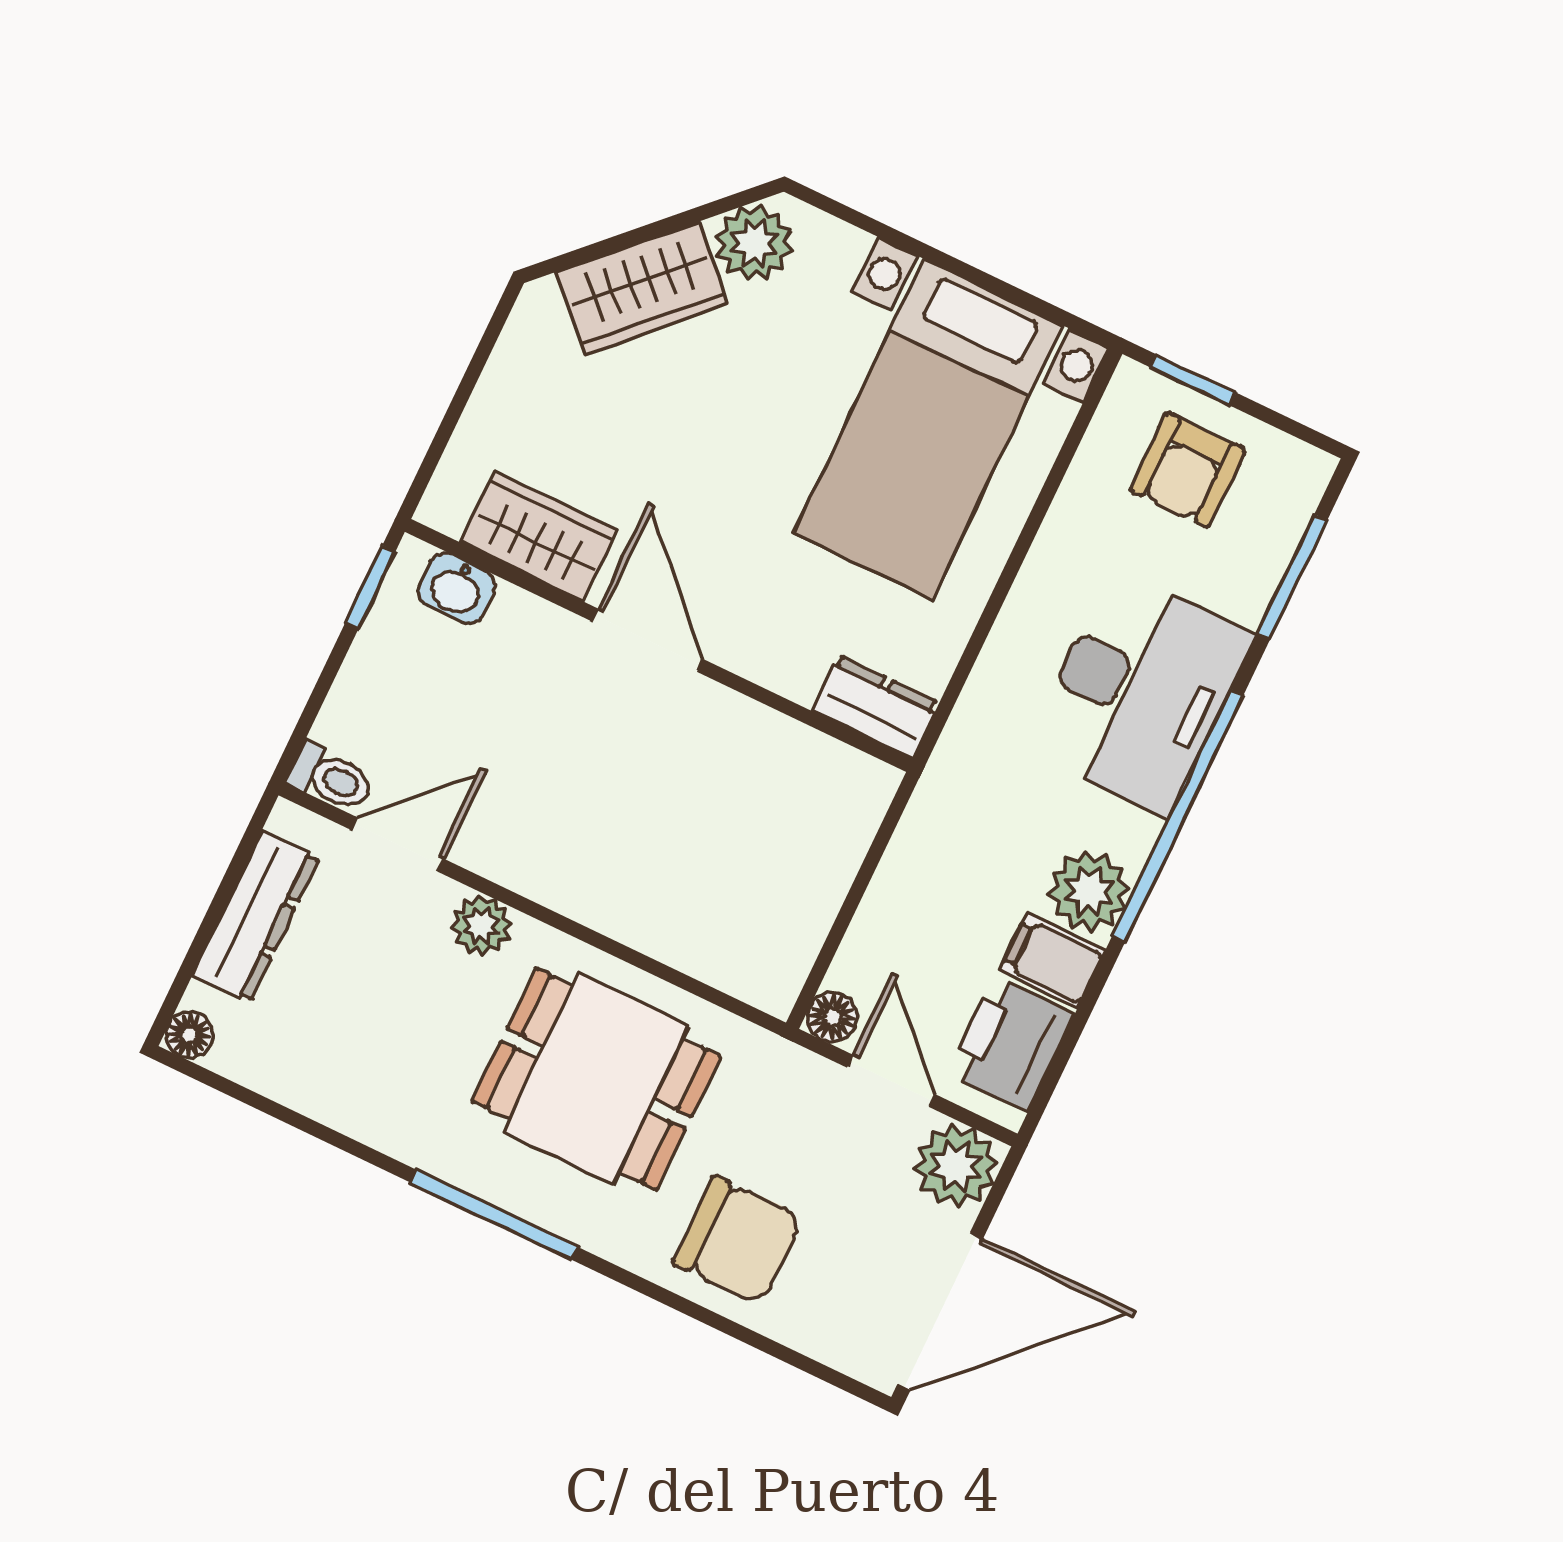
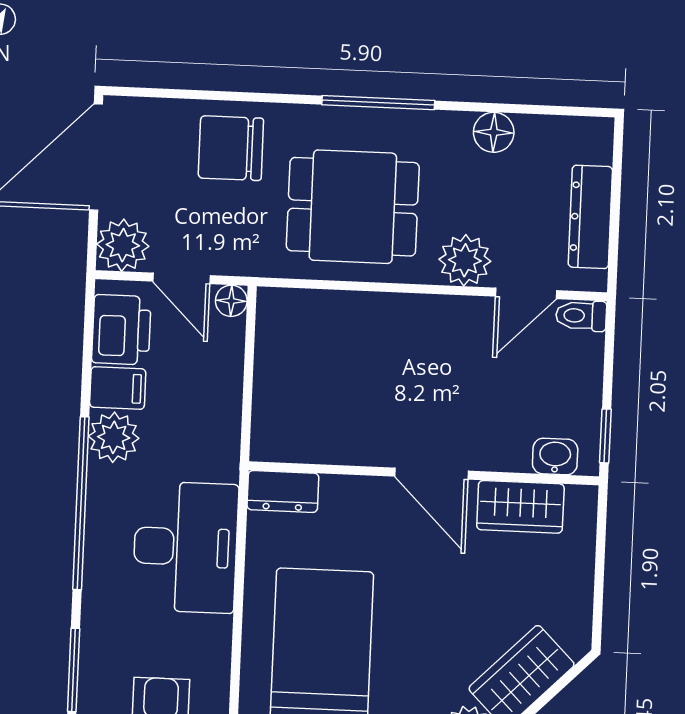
desk: (1140, 692) -> (185, 547), moved, turned 180
plant: (481, 926) -> (465, 260), width x1.38, depth x1.38
floor lamp: (189, 1035) -> (494, 132), moved, width x1.37, depth x1.37

